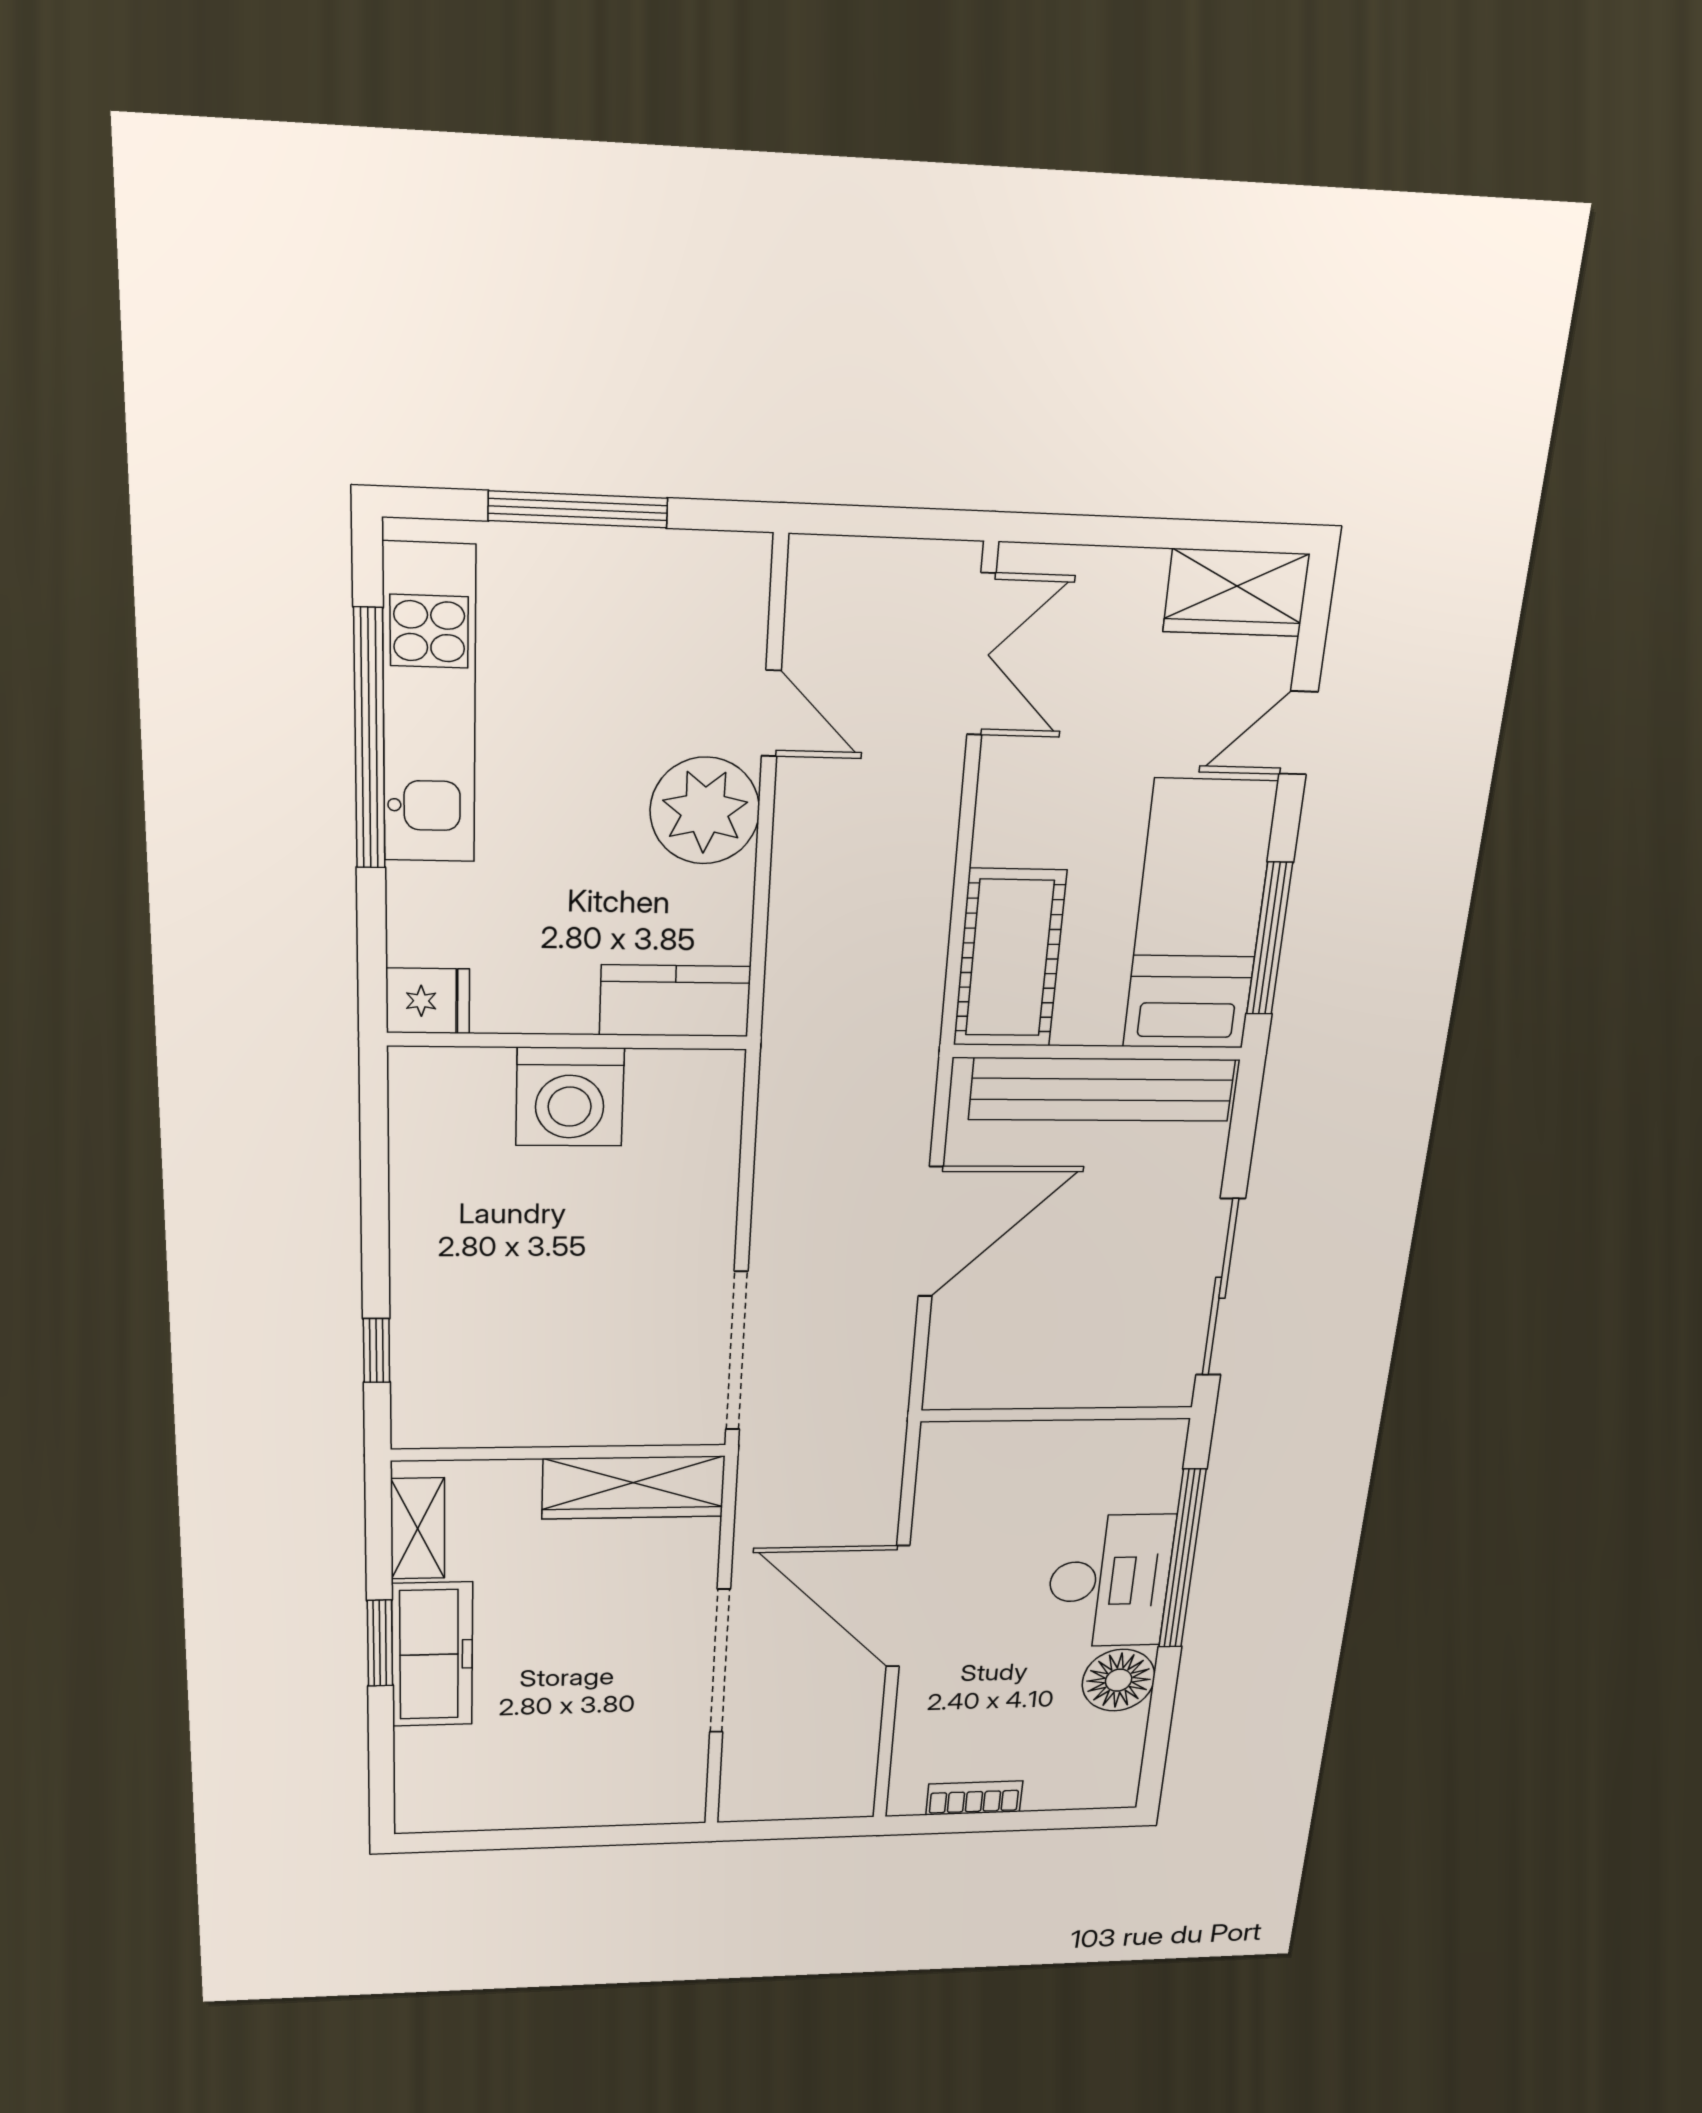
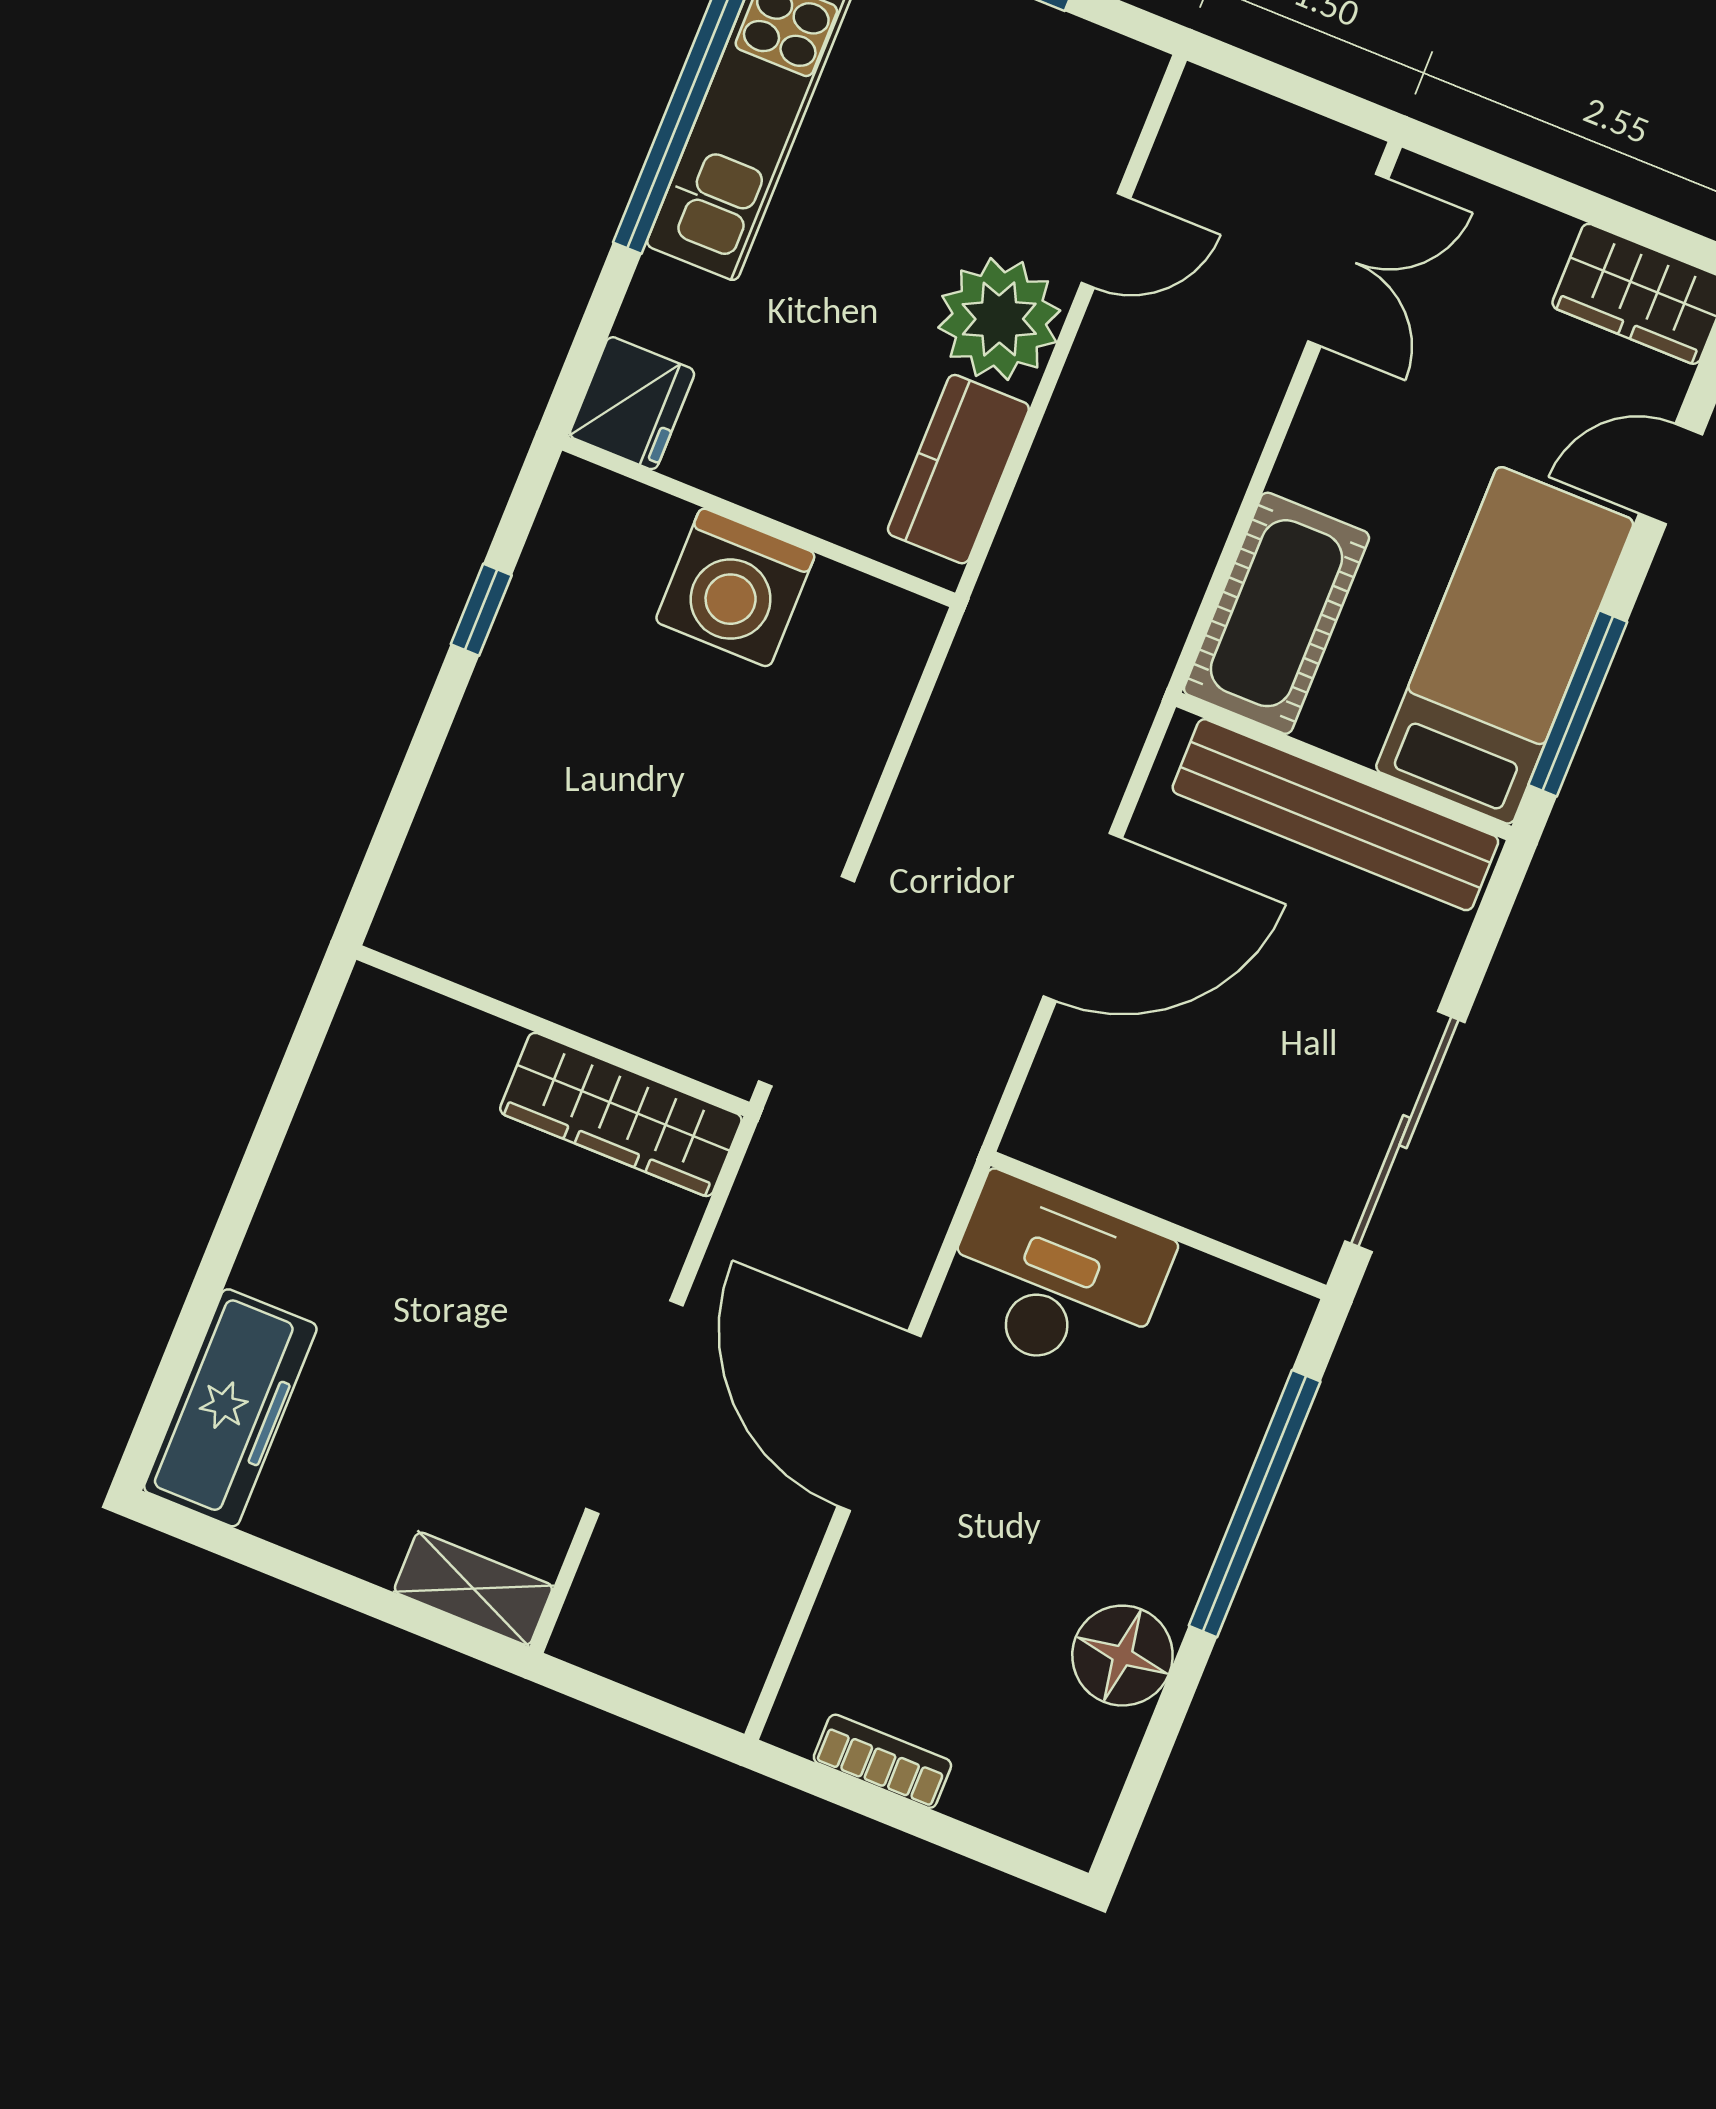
door: (771, 713) -> (1106, 240), hinge flipped
fridge: (428, 1001) -> (632, 403), width x1.38
kitchen counter: (675, 1001) -> (958, 469), moved, turned -90
window: (377, 1351) -> (481, 610), moved
shelving: (418, 1529) -> (473, 1589), moved, turned 90
desk: (1110, 1581) -> (1055, 1279), moved, turned -90
window: (380, 1643) -> (241, 1204), removed
freezer: (432, 1655) -> (230, 1408), moved

